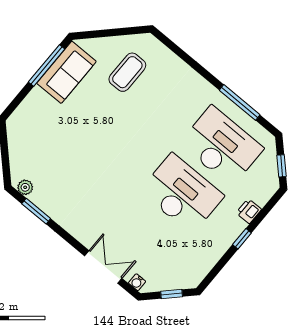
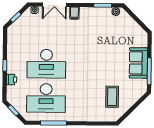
sofa: (66, 72) -> (138, 63), moved
filing cabinet: (85, 233) -> (74, 13), added

